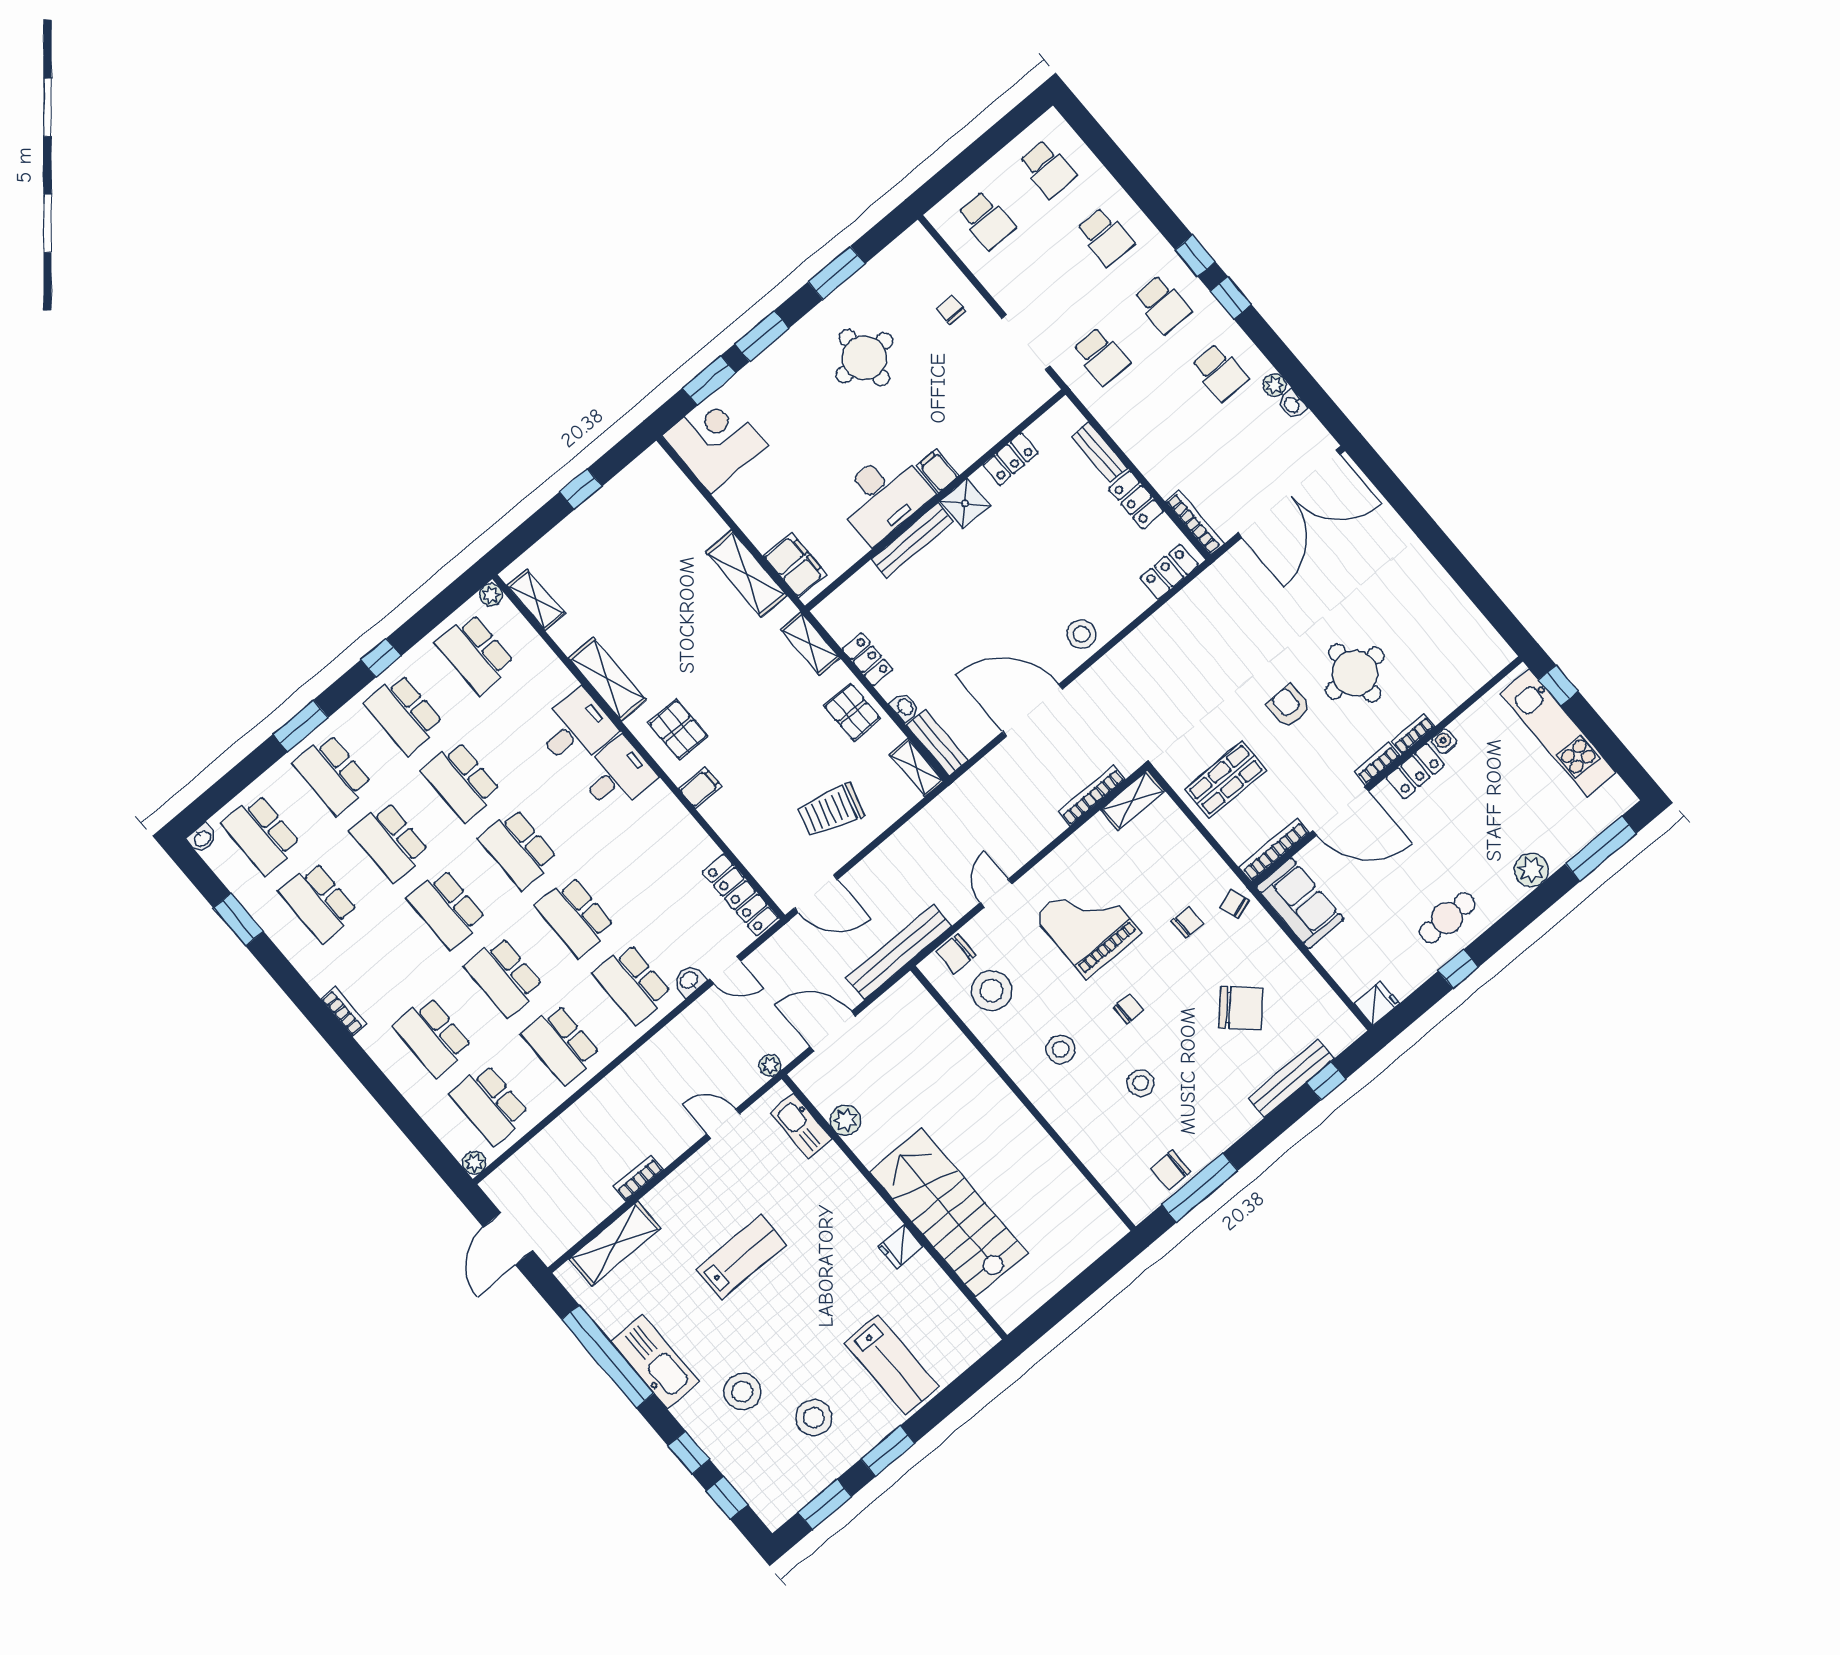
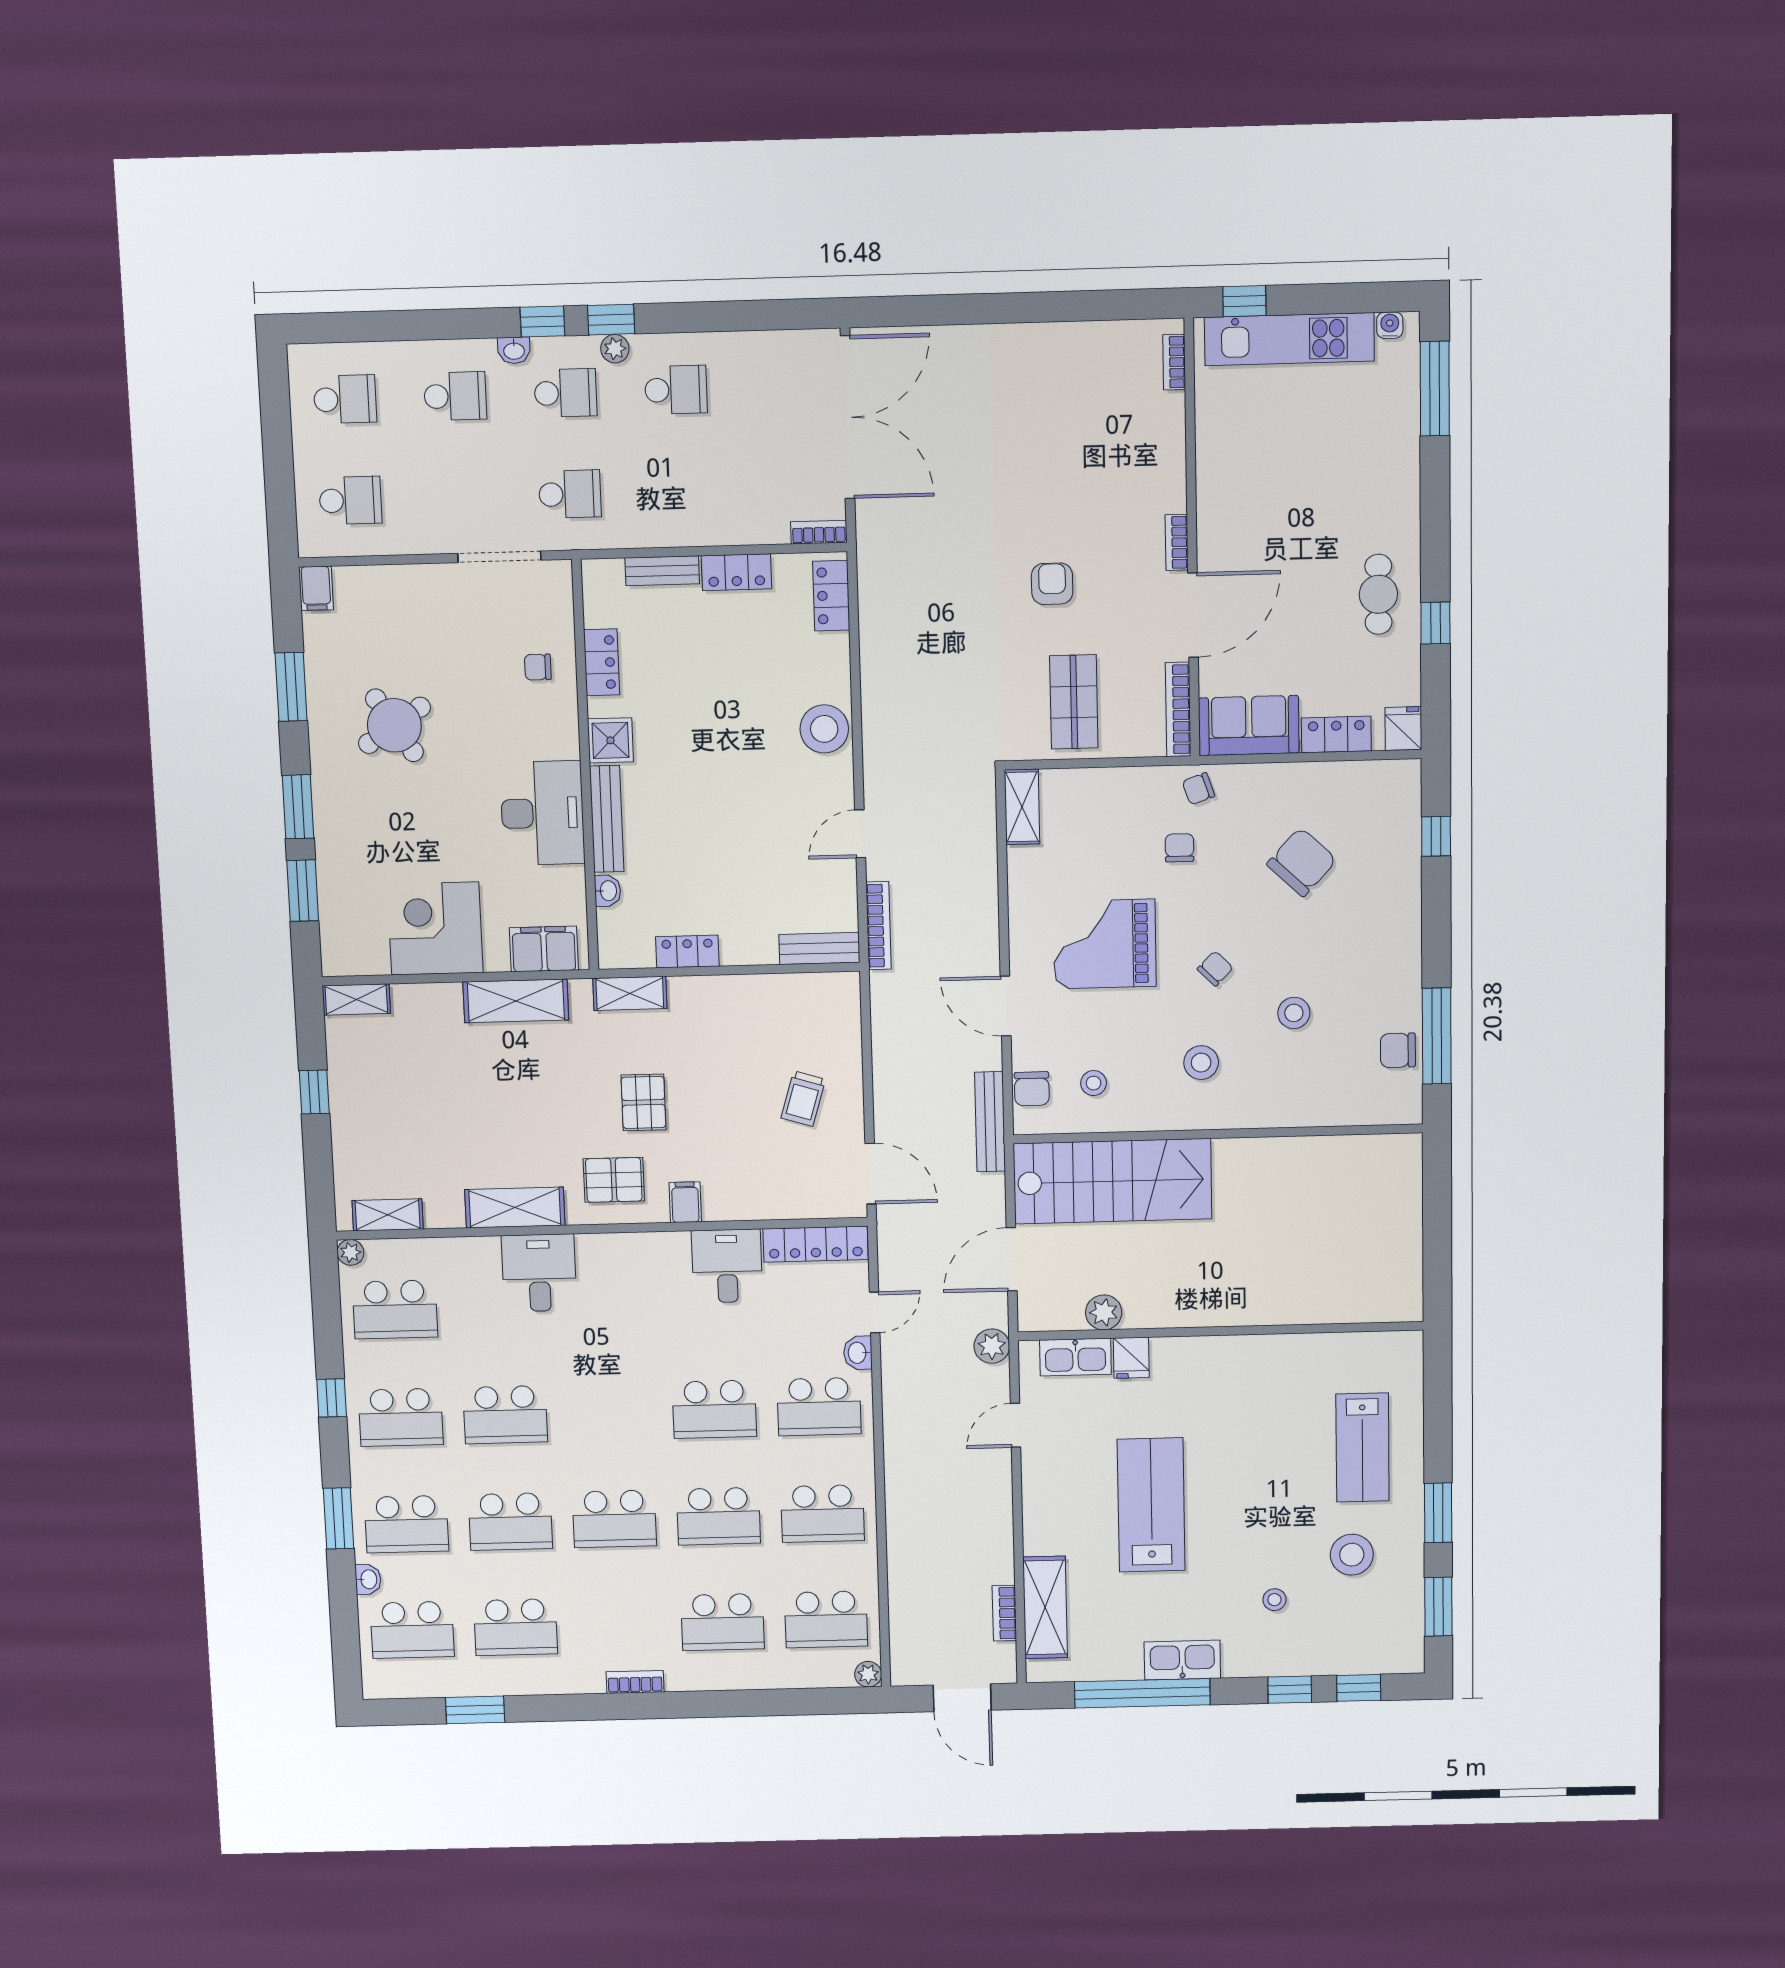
chair: (951, 310) -> (538, 667), moved
round table: (864, 358) -> (394, 725), turned -33
plant: (1275, 385) -> (615, 349), moved
washbasin: (1292, 405) -> (514, 350), moved
corner desk: (715, 440) -> (435, 929), moved
filing cabinet: (938, 471) -> (316, 588), moved, turned -90
bookcase: (1195, 523) -> (819, 532), width x0.64
stool: (1081, 634) -> (824, 729), width x1.38, depth x1.38
round table: (1355, 673) -> (1072, 493), removed
armchair: (1289, 706) -> (1052, 584), turned 90
washbasin: (905, 707) -> (608, 891), moved, turned 90
door: (1033, 710) -> (860, 834), width x0.53
pallet: (852, 712) -> (643, 1102), moved, turned 90
bookcase: (1413, 734) -> (1174, 362), moved
water cooler: (1444, 742) -> (1390, 325), moved, turned 90
shelving: (916, 768) -> (356, 999), moved
locker: (1415, 771) -> (1336, 734), moved, turned -90
desk: (617, 775) -> (727, 1266), moved
bookcase: (1092, 796) -> (879, 926), moved, turned 180
trolley: (831, 810) -> (803, 1099), width x0.73, depth x0.72
washbasin: (202, 838) -> (368, 1579), moved
school desk: (518, 849) -> (610, 1412), removed
plant: (1531, 870) -> (1400, 474), removed
door: (996, 893) -> (1006, 1006), width x1.38
door: (816, 894) -> (871, 1174), hinge flipped
bench: (899, 952) -> (990, 1122), width x0.73, depth x0.82
stool: (992, 991) -> (1094, 1083), width x0.53, depth x0.53
chair: (1129, 1009) -> (1215, 968), turned 45
plant: (770, 1066) -> (992, 1346), width x1.38, depth x1.38
bench: (1291, 1078) -> (1406, 868), removed
chair: (1170, 1170) -> (1398, 1050), turned 90
bookcase: (638, 1178) -> (1004, 1613), moved
stairs: (949, 1212) -> (1113, 1181), moved, turned 180
fridge: (900, 1246) -> (1131, 1358), moved
lab bench: (741, 1257) -> (1151, 1505), width x1.36, depth x1.39
kitchen sink: (655, 1362) -> (1182, 1660), width x0.73, depth x0.81
lab bench: (892, 1365) -> (1362, 1448), turned 90
stool: (742, 1392) -> (1274, 1600), width x0.53, depth x0.53

